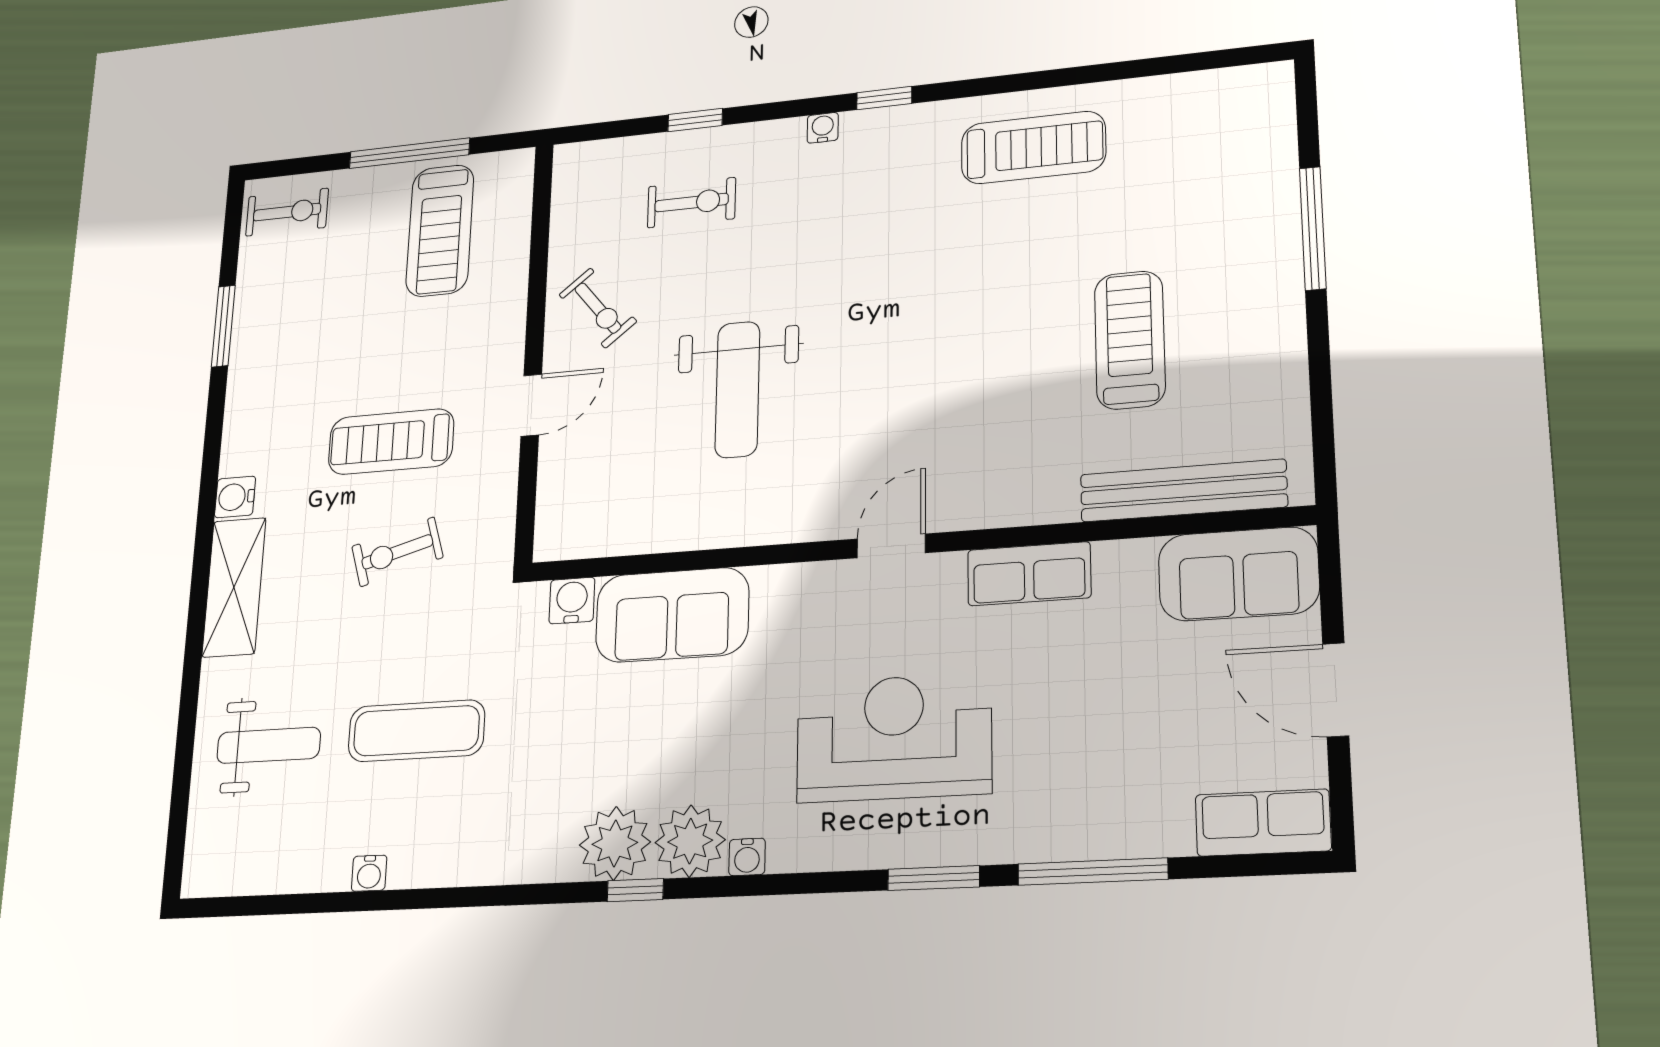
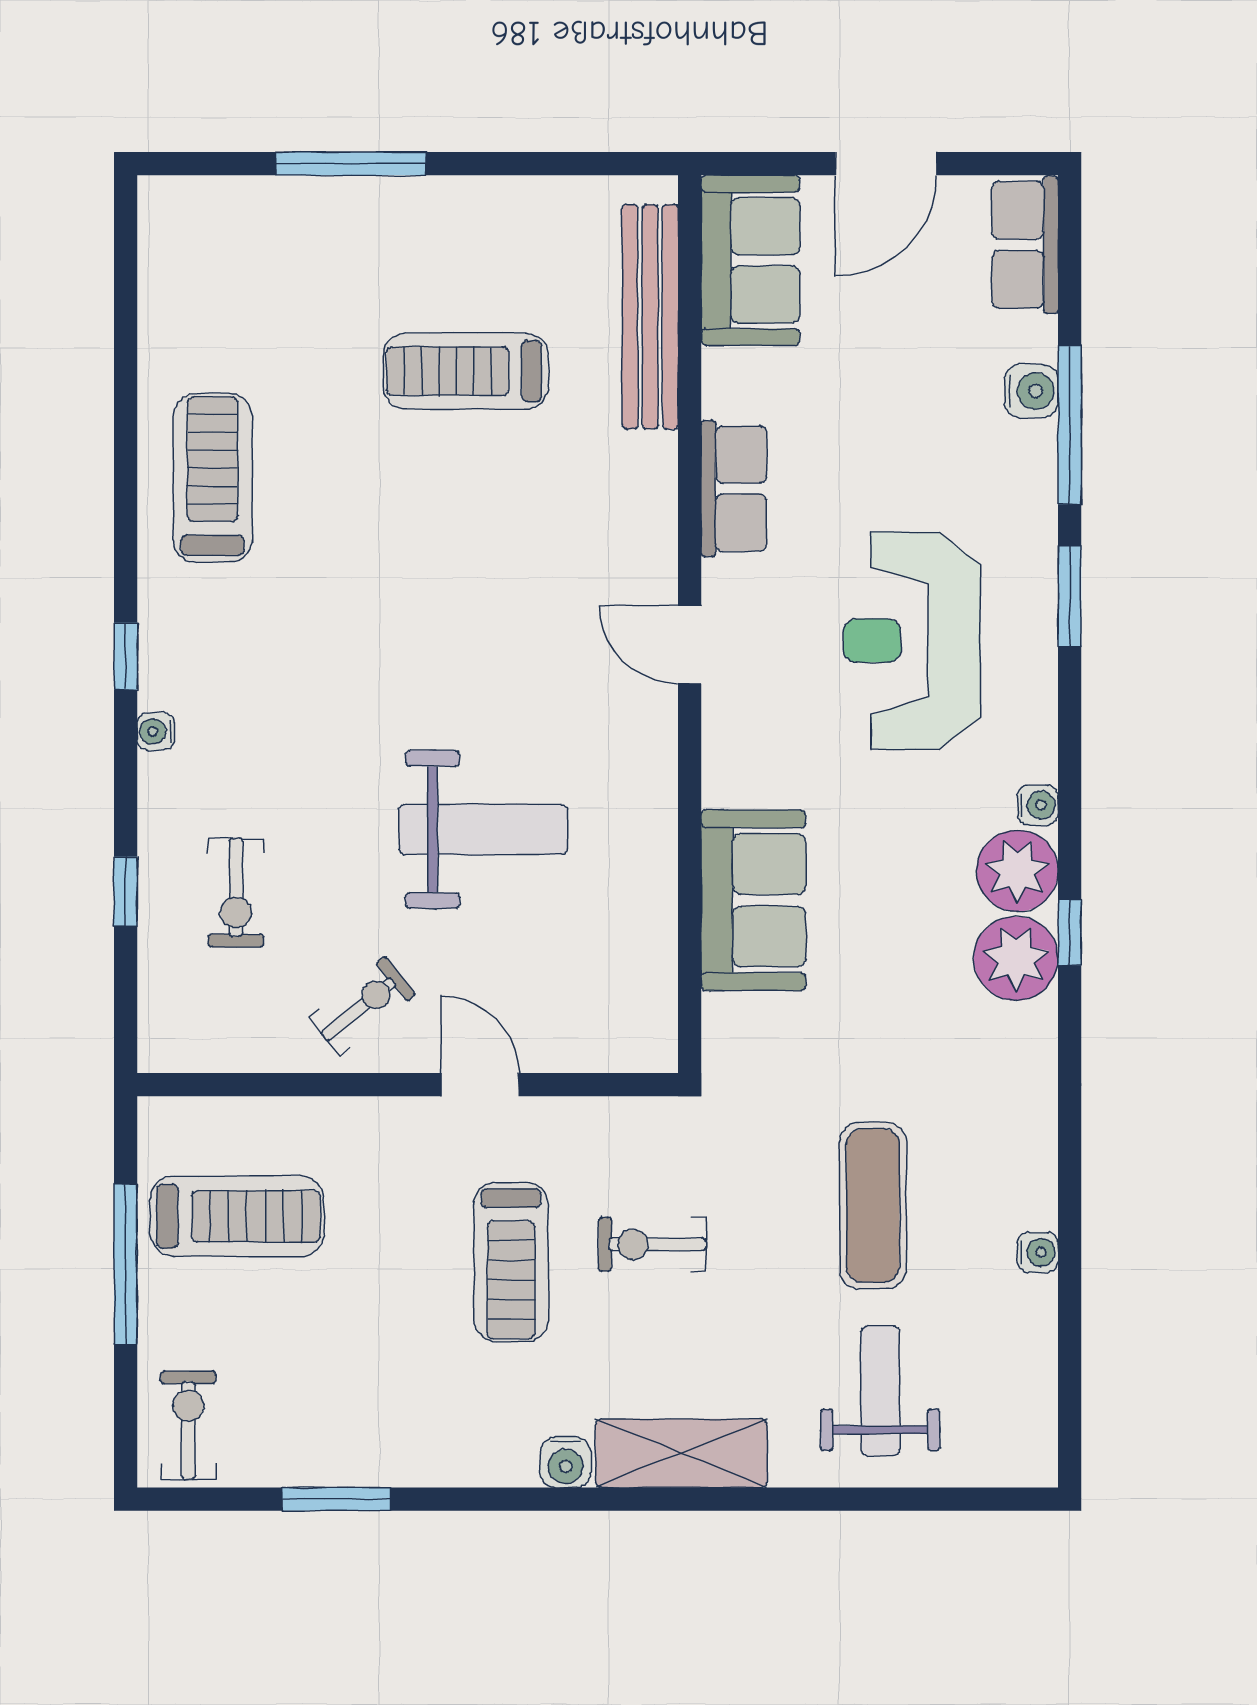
exercise bike: (692, 203) -> (236, 893), turned 180
exercise bike: (397, 552) -> (652, 1244), turned 106
water cooler: (572, 601) -> (1031, 391), moved, turned 180

